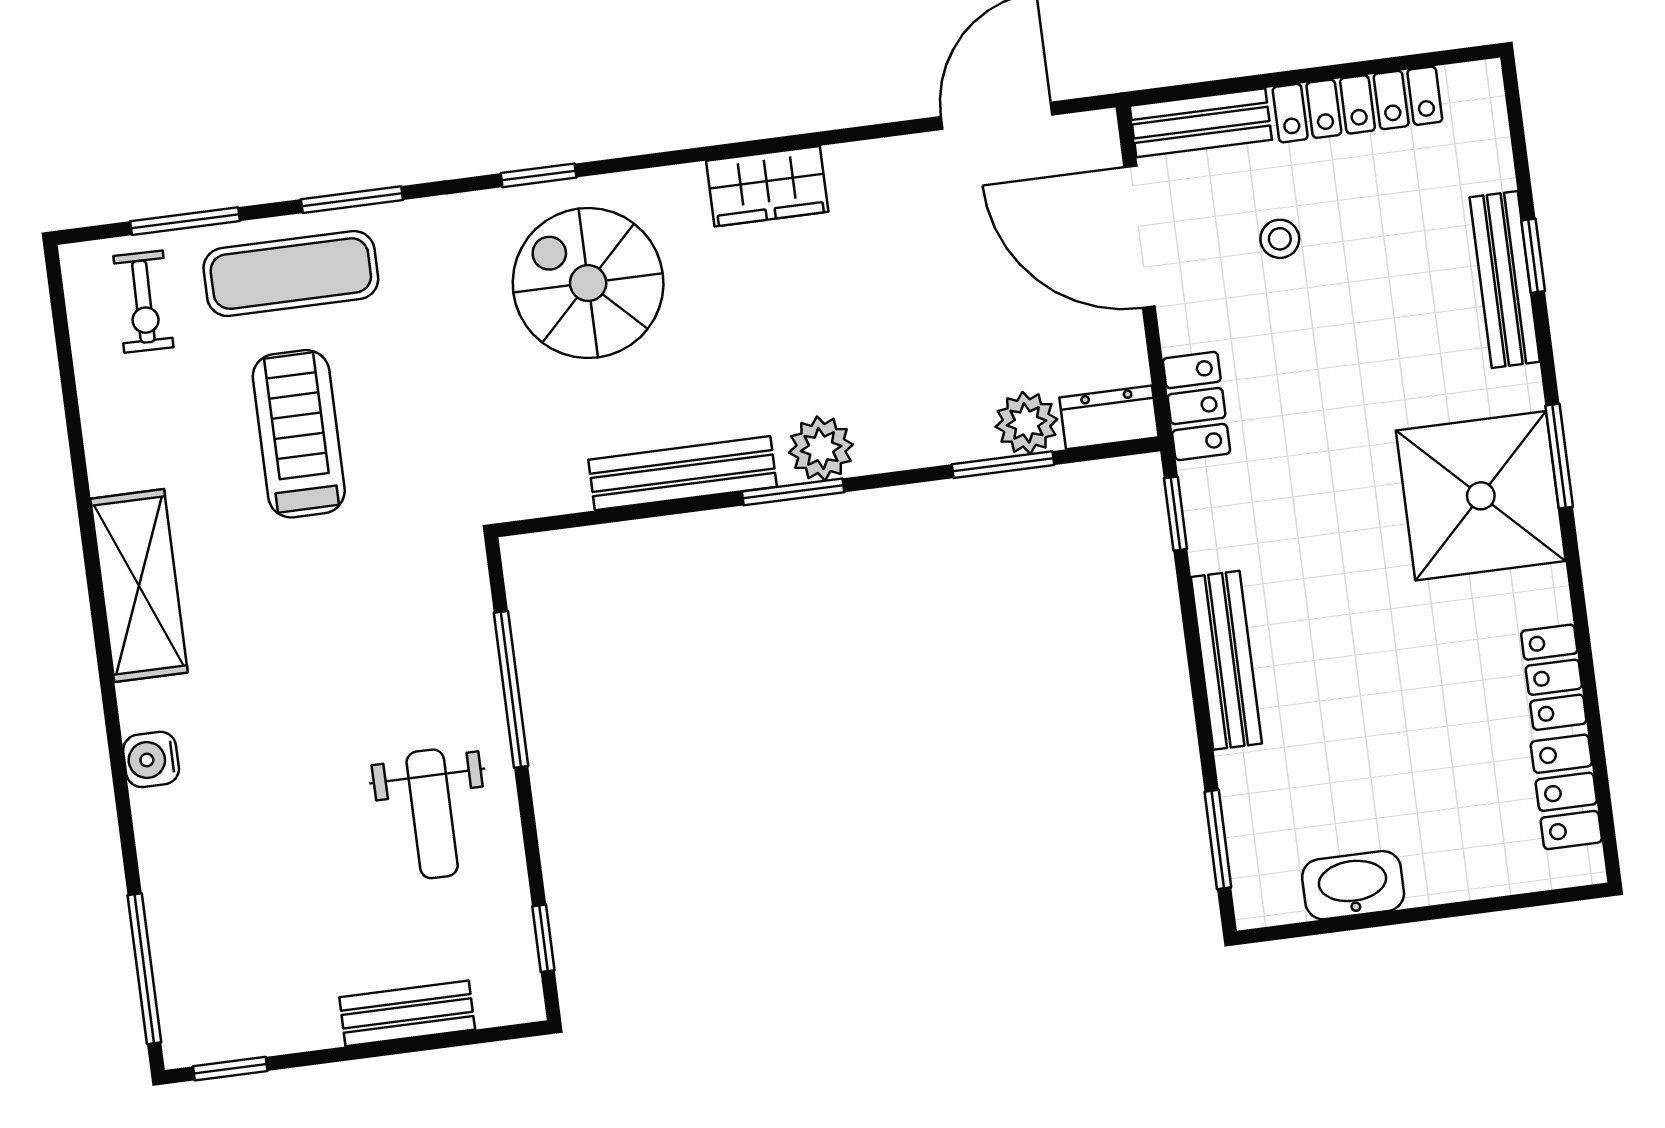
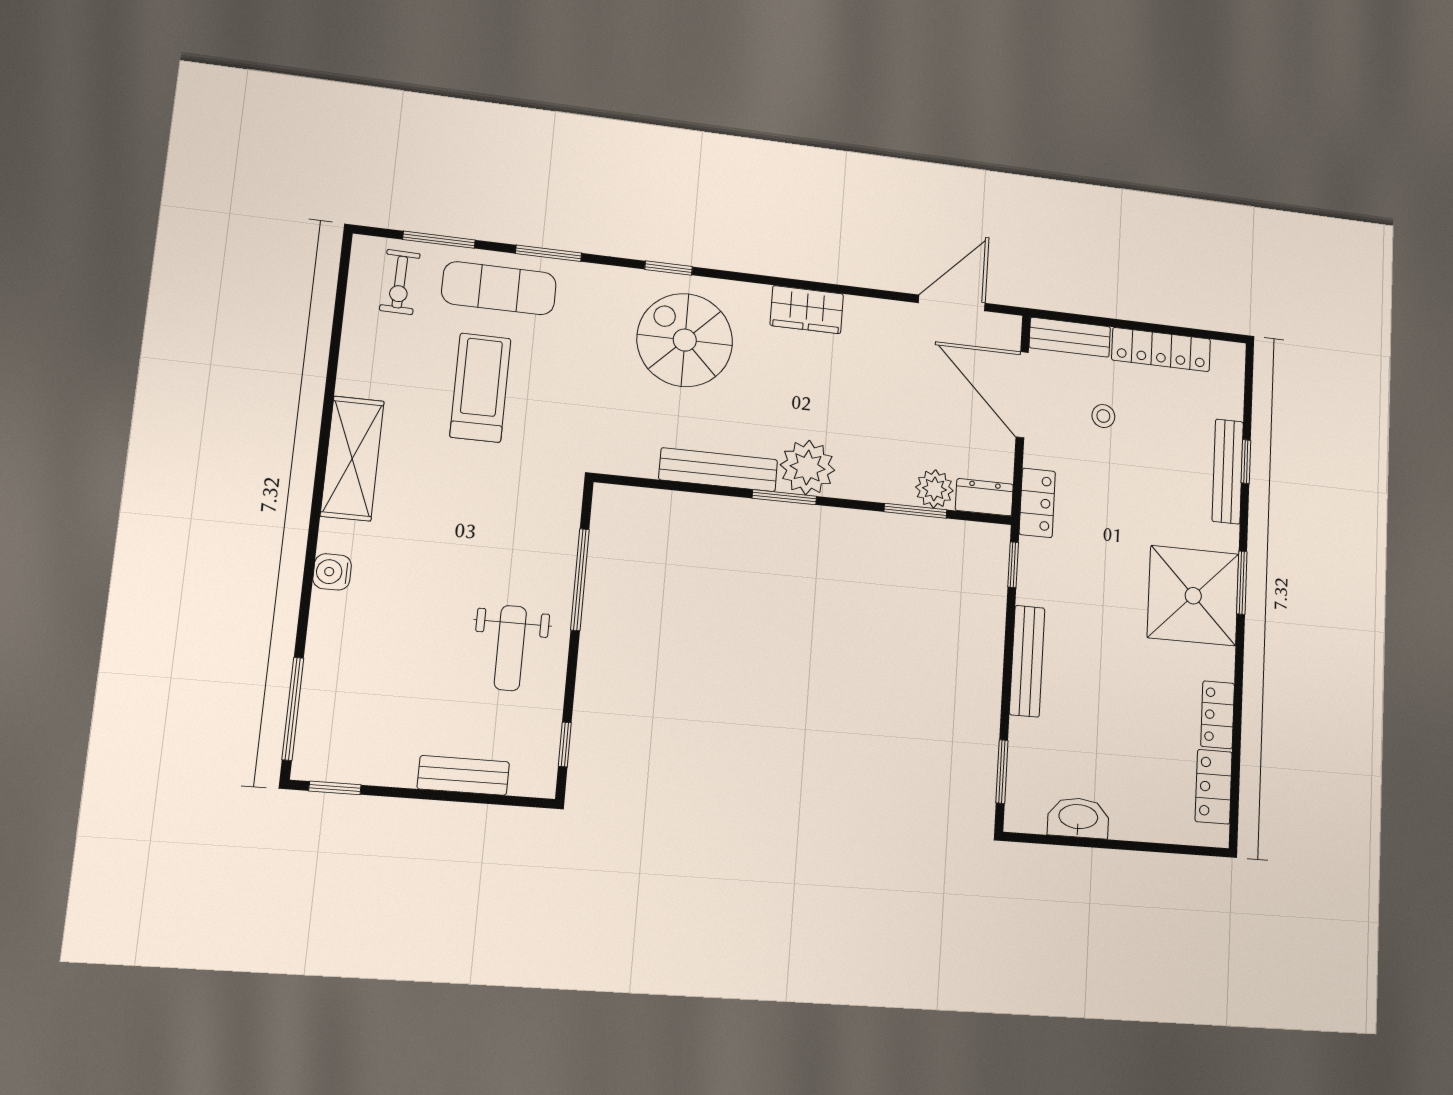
plant: (821, 448) -> (808, 467), width x1.36, depth x1.36

